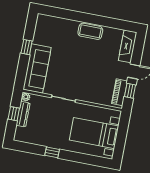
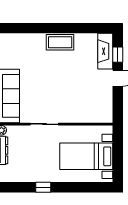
window: (130, 91) -> (118, 55), moved
piano: (120, 92) -> (106, 105), removed

